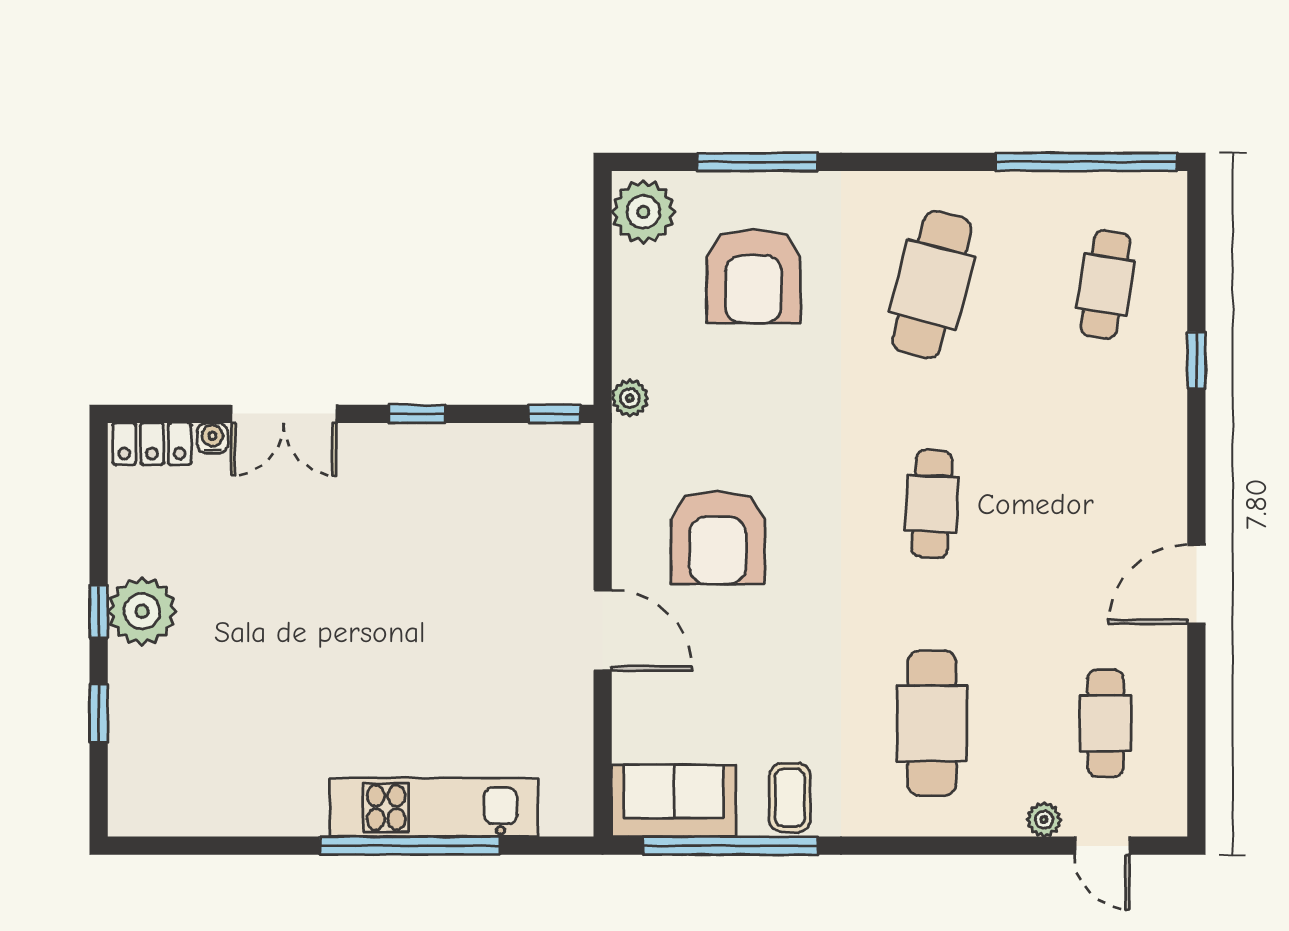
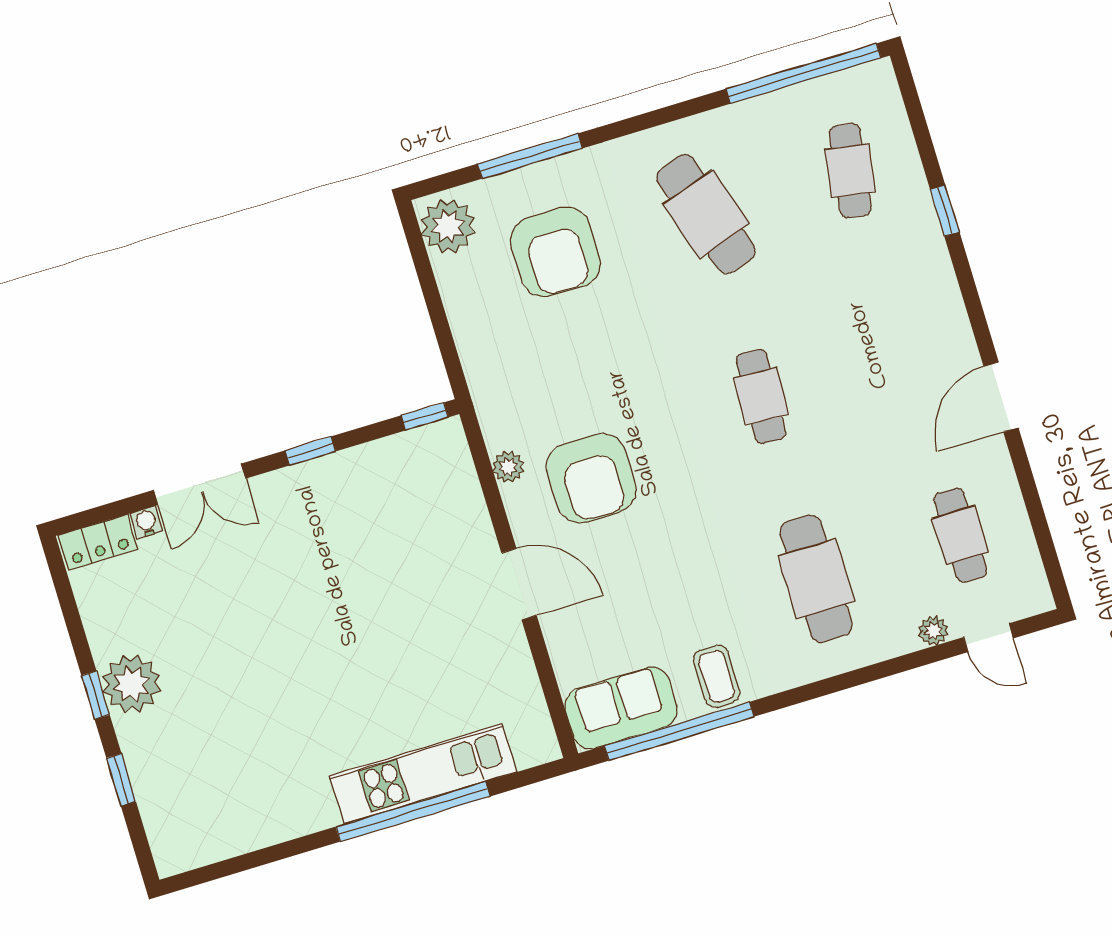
cafe table: (932, 285) -> (706, 214), turned -33
plant: (630, 398) -> (508, 467), moved

